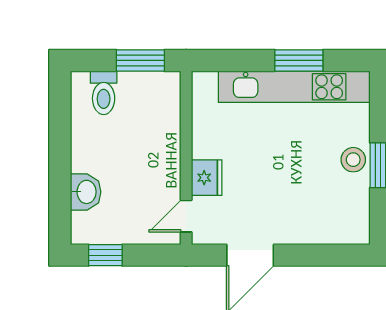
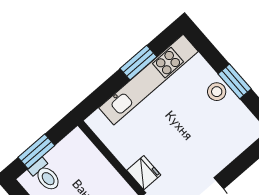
window: (140, 60) -> (36, 151), moved

